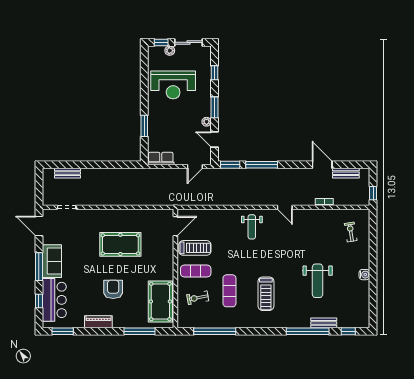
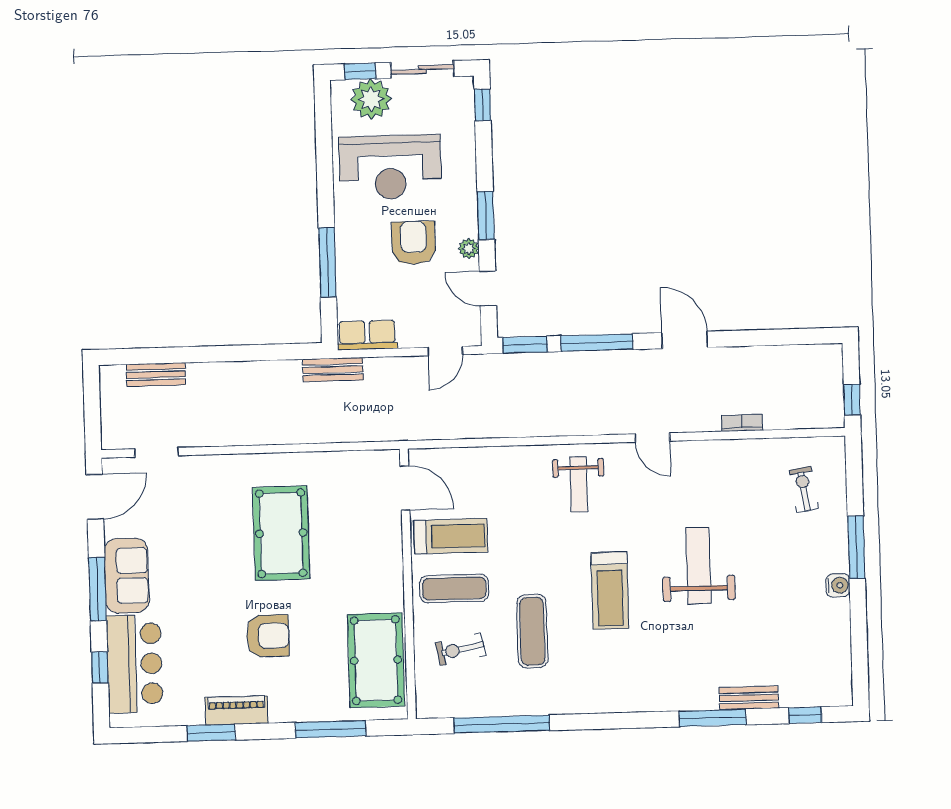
plant: (170, 51) -> (371, 99), width x1.88, depth x1.88
window: (214, 73) -> (483, 105), moved
armchair: (182, 119) -> (413, 243), added
window: (144, 126) -> (327, 262), width x1.44
door: (322, 165) -> (685, 340), moved
bench: (346, 173) -> (333, 370), moved
door: (39, 226) -> (95, 497), swing flipped
door: (175, 226) -> (405, 488), hinge flipped
pool table: (120, 244) -> (281, 533), turned 90
window: (373, 258) -> (856, 547), added
weight bench: (318, 281) -> (698, 565), moved, turned 180
armchair: (113, 289) -> (268, 636), turned 90
treadmill: (266, 294) -> (610, 590), moved
window: (63, 331) -> (211, 733), moved
window: (308, 331) -> (713, 718), width x0.68

